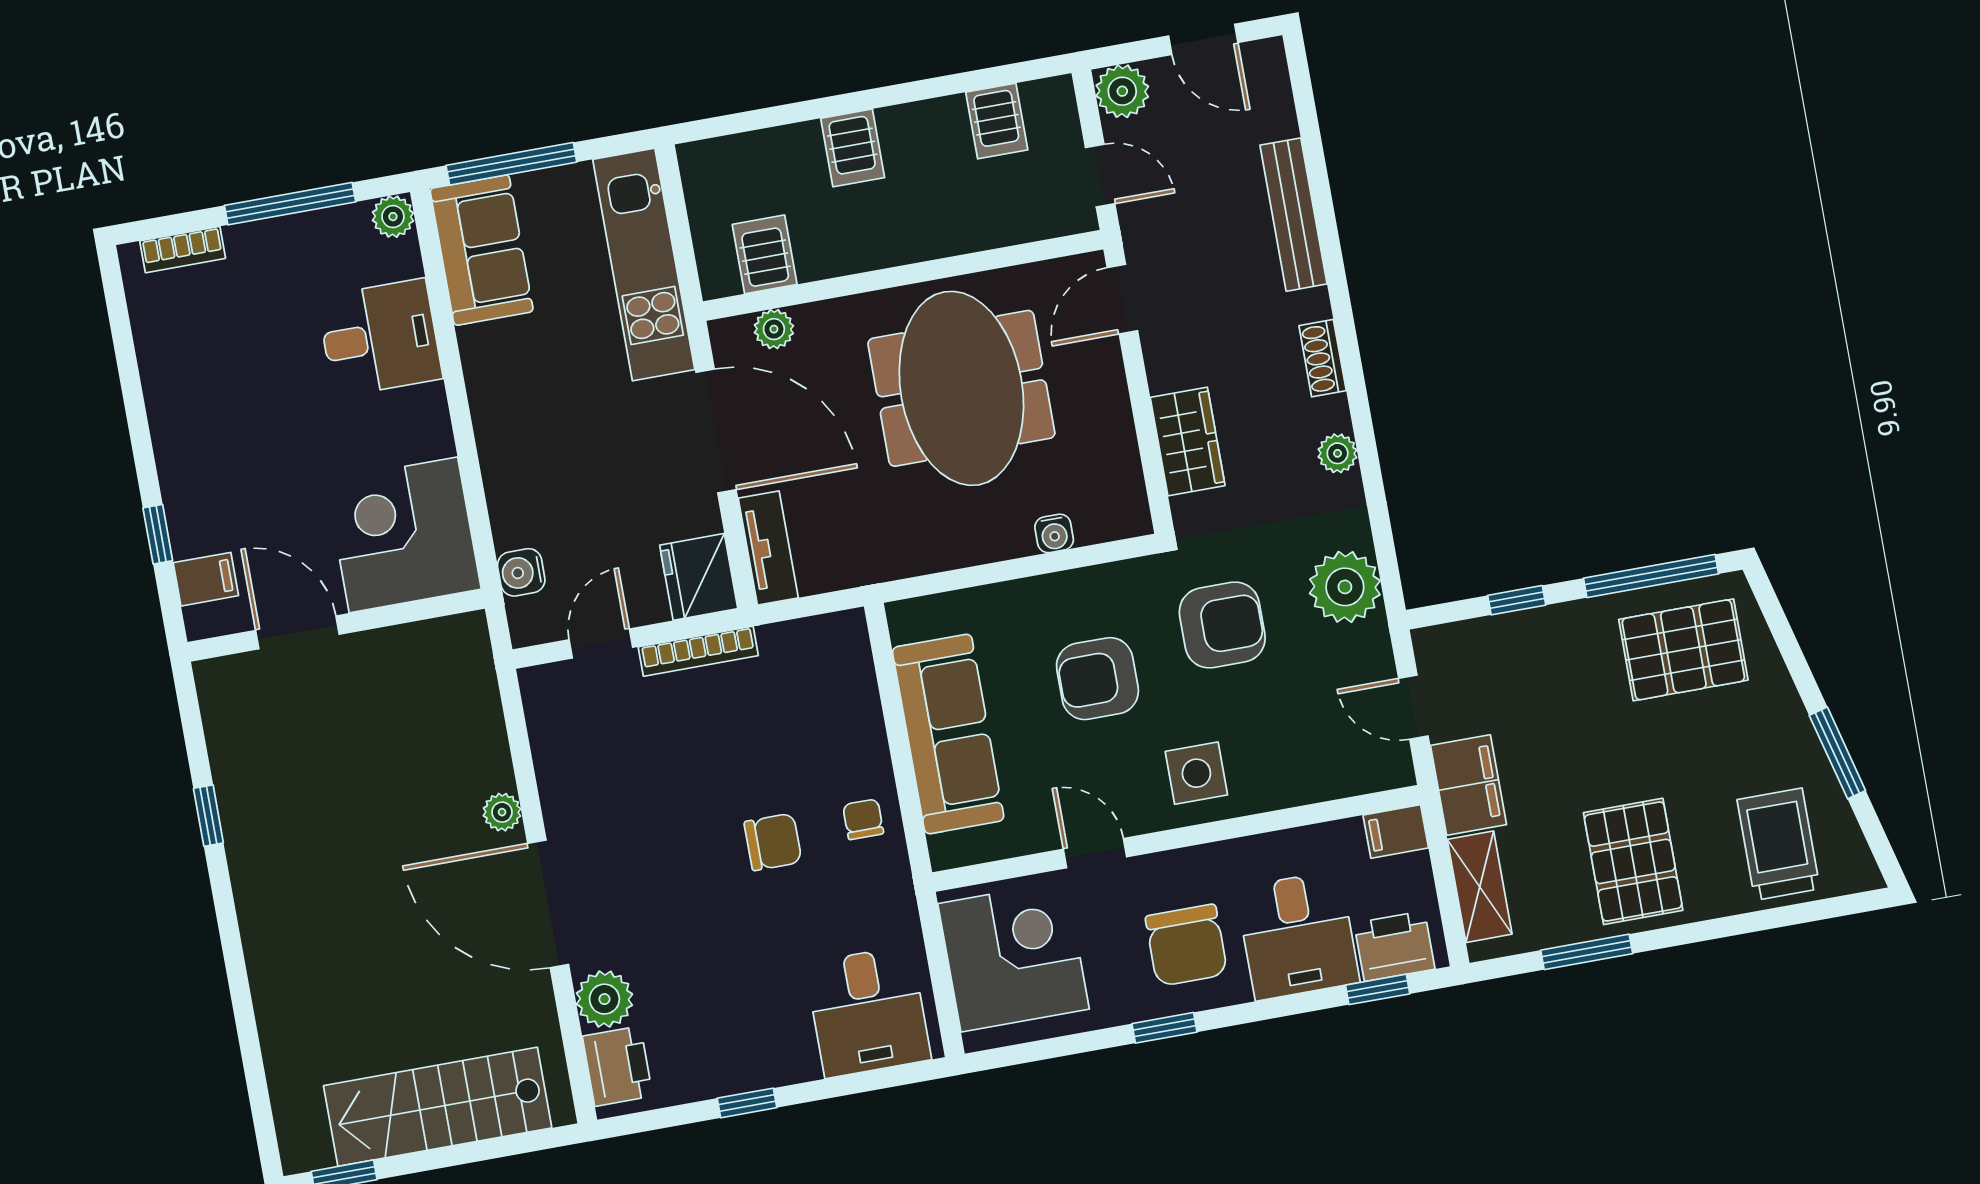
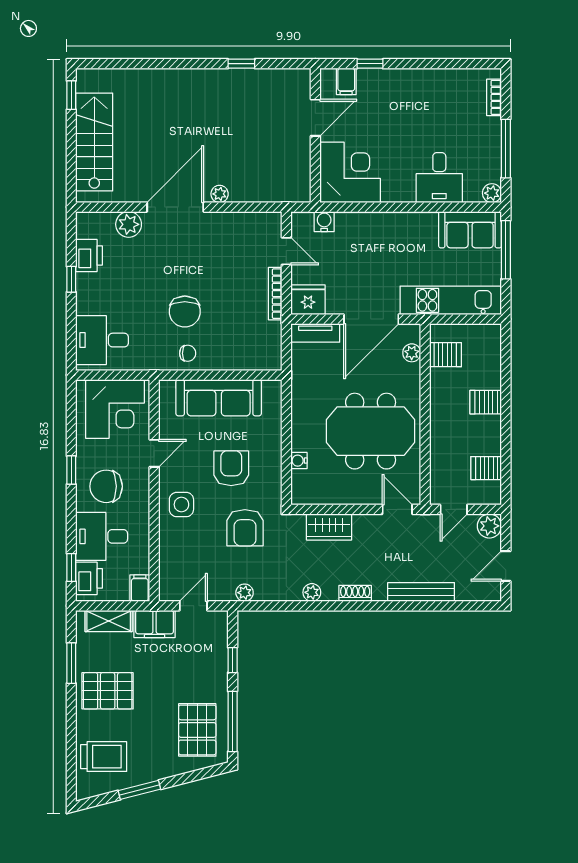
plant: (1345, 587) -> (245, 593), width x0.53, depth x0.53
chair: (773, 842) -> (185, 312), width x1.37, depth x1.37
printer: (617, 1066) -> (89, 255), moved, turned -90

